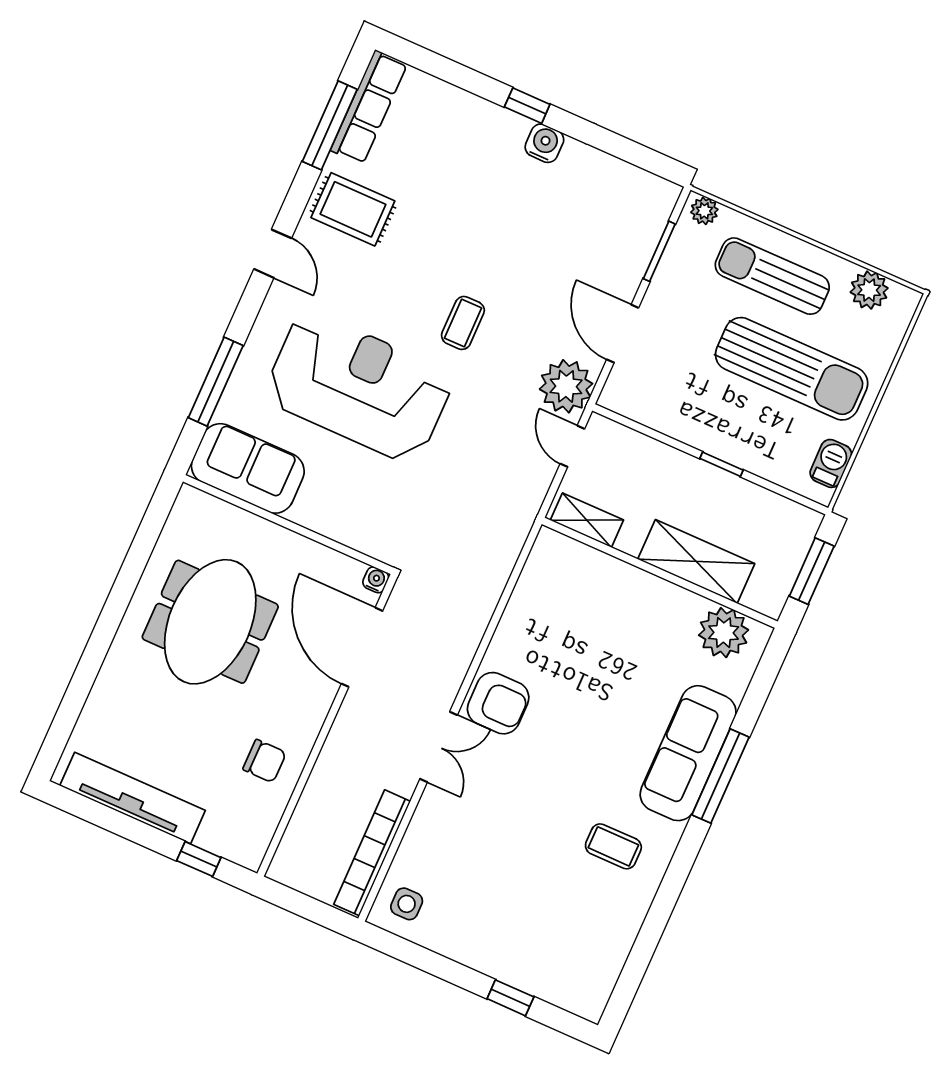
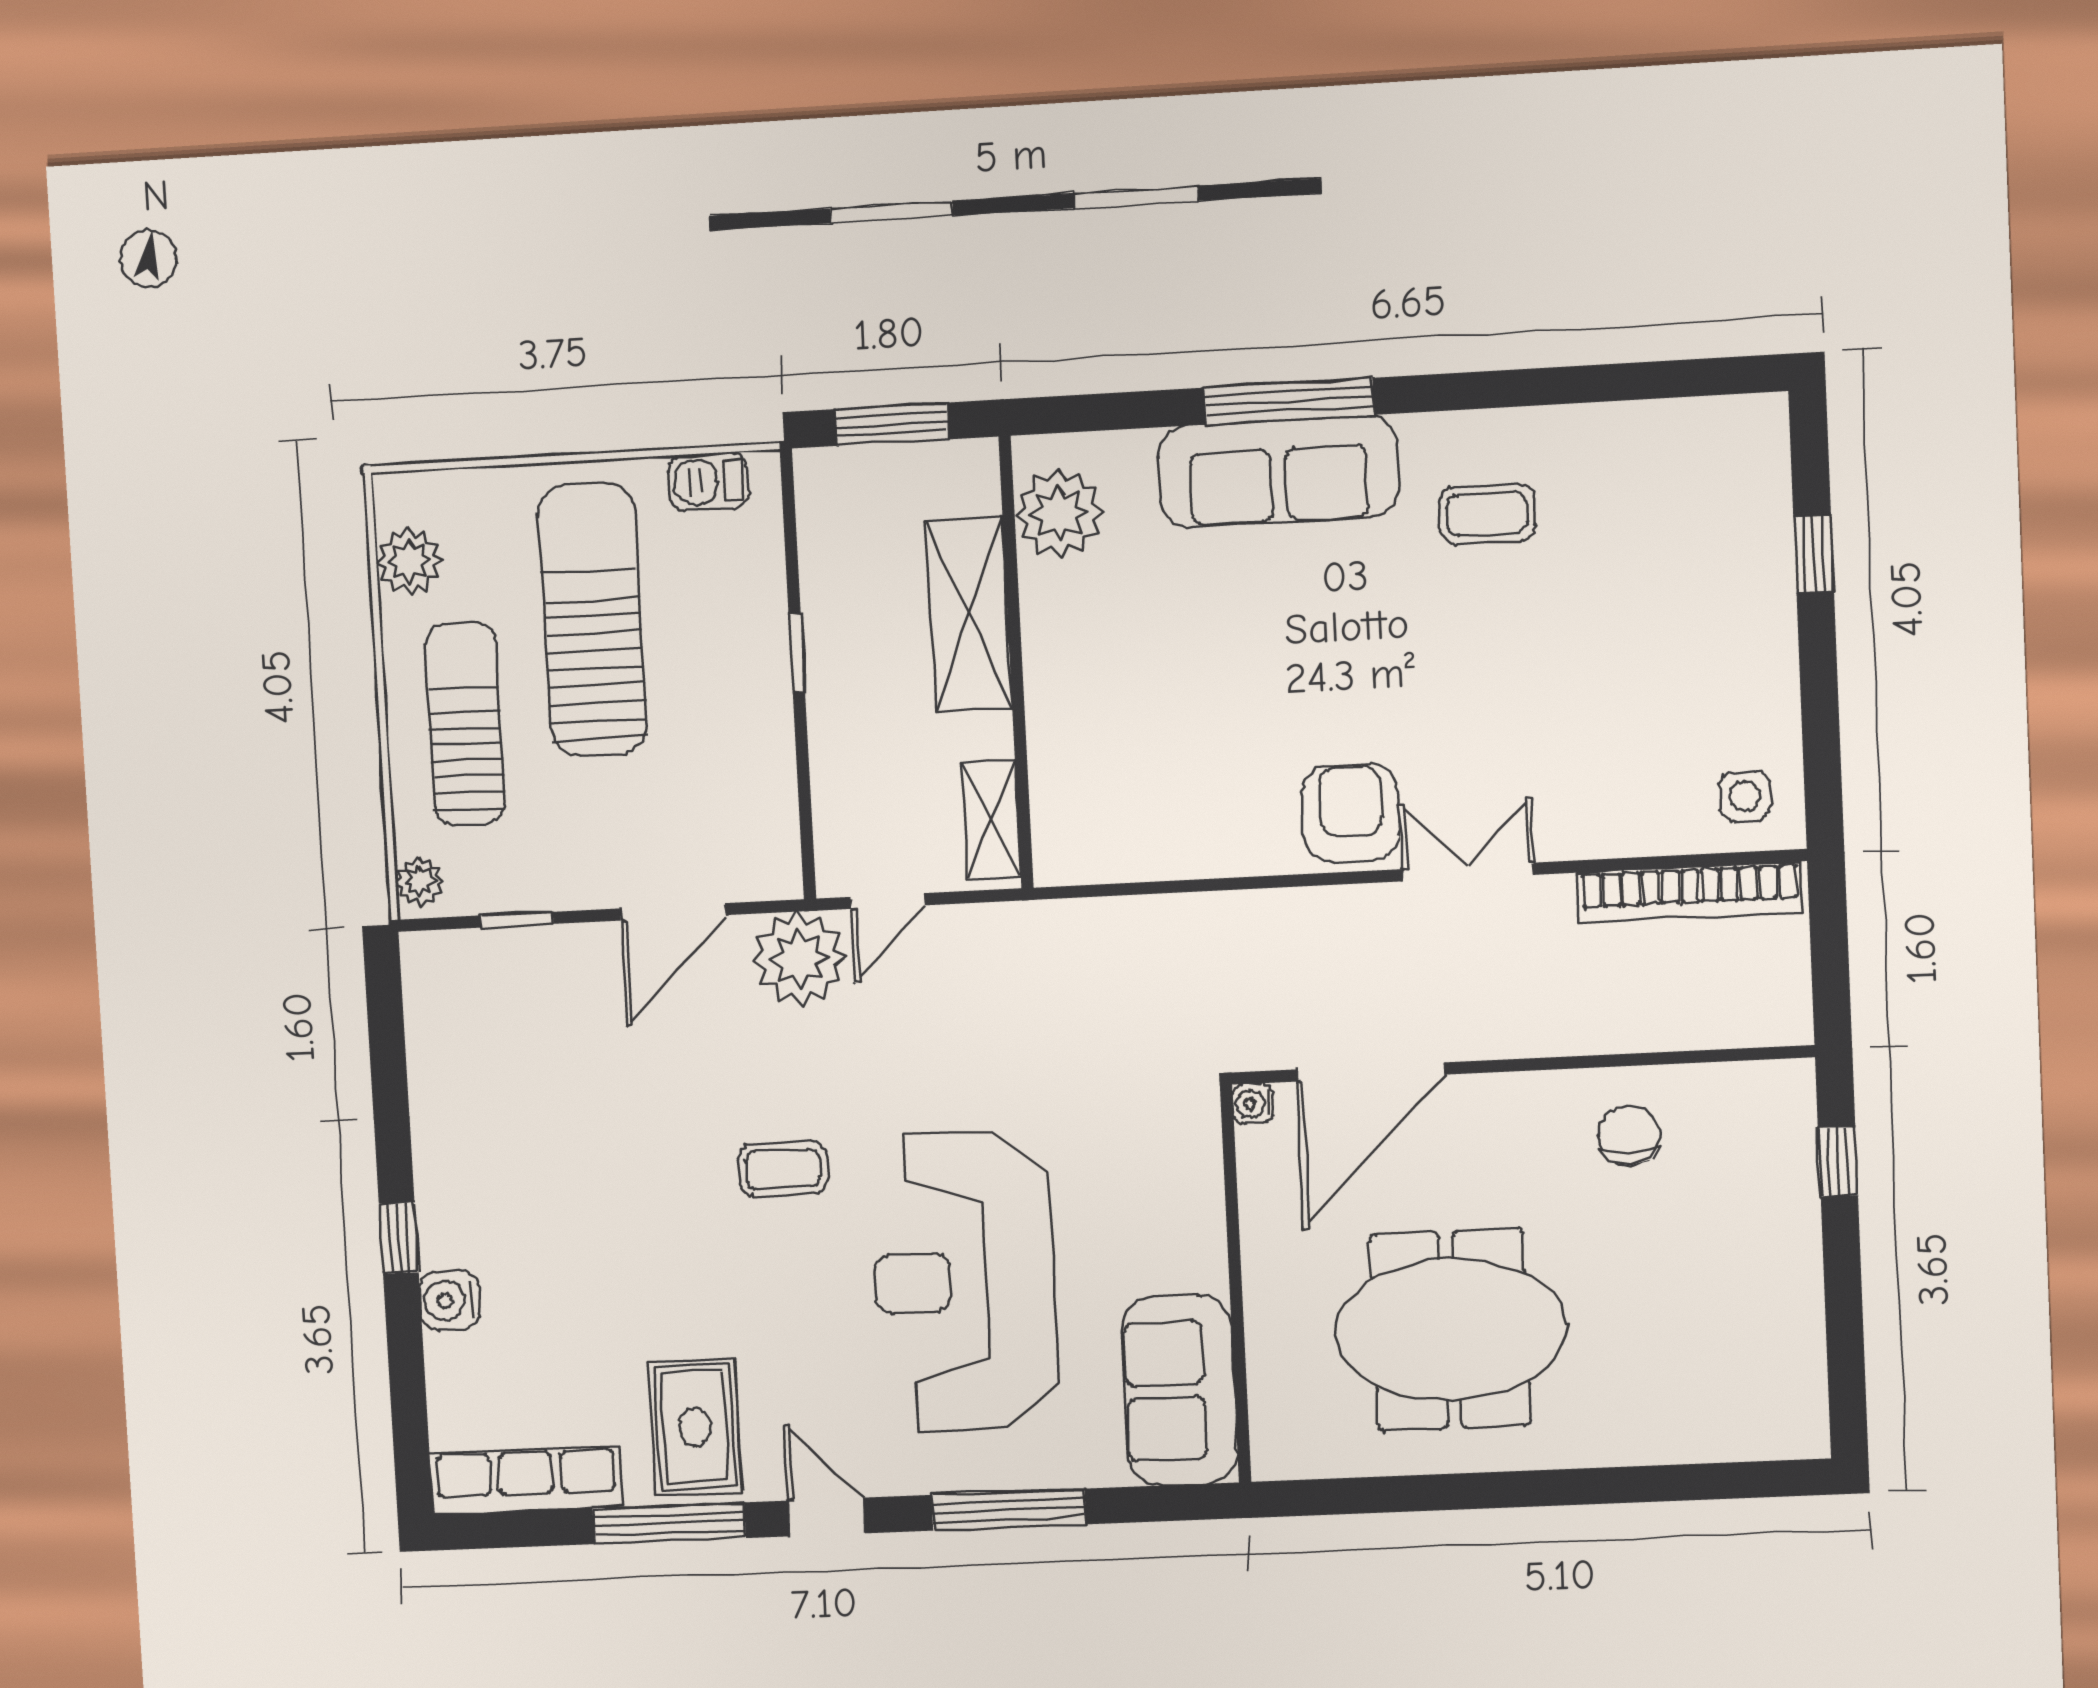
window: (330, 125) -> (669, 1523), moved
water cooler: (544, 143) -> (449, 1300), moved
window: (659, 251) -> (517, 920), width x0.67
door: (273, 254) -> (826, 1517), hinge flipped
sun lounger: (772, 276) -> (465, 724), turned 180
window: (216, 382) -> (1009, 1510), moved
tv unit: (133, 798) -> (1793, 1314), removed
coffee table: (613, 846) -> (1487, 514), turned 90

